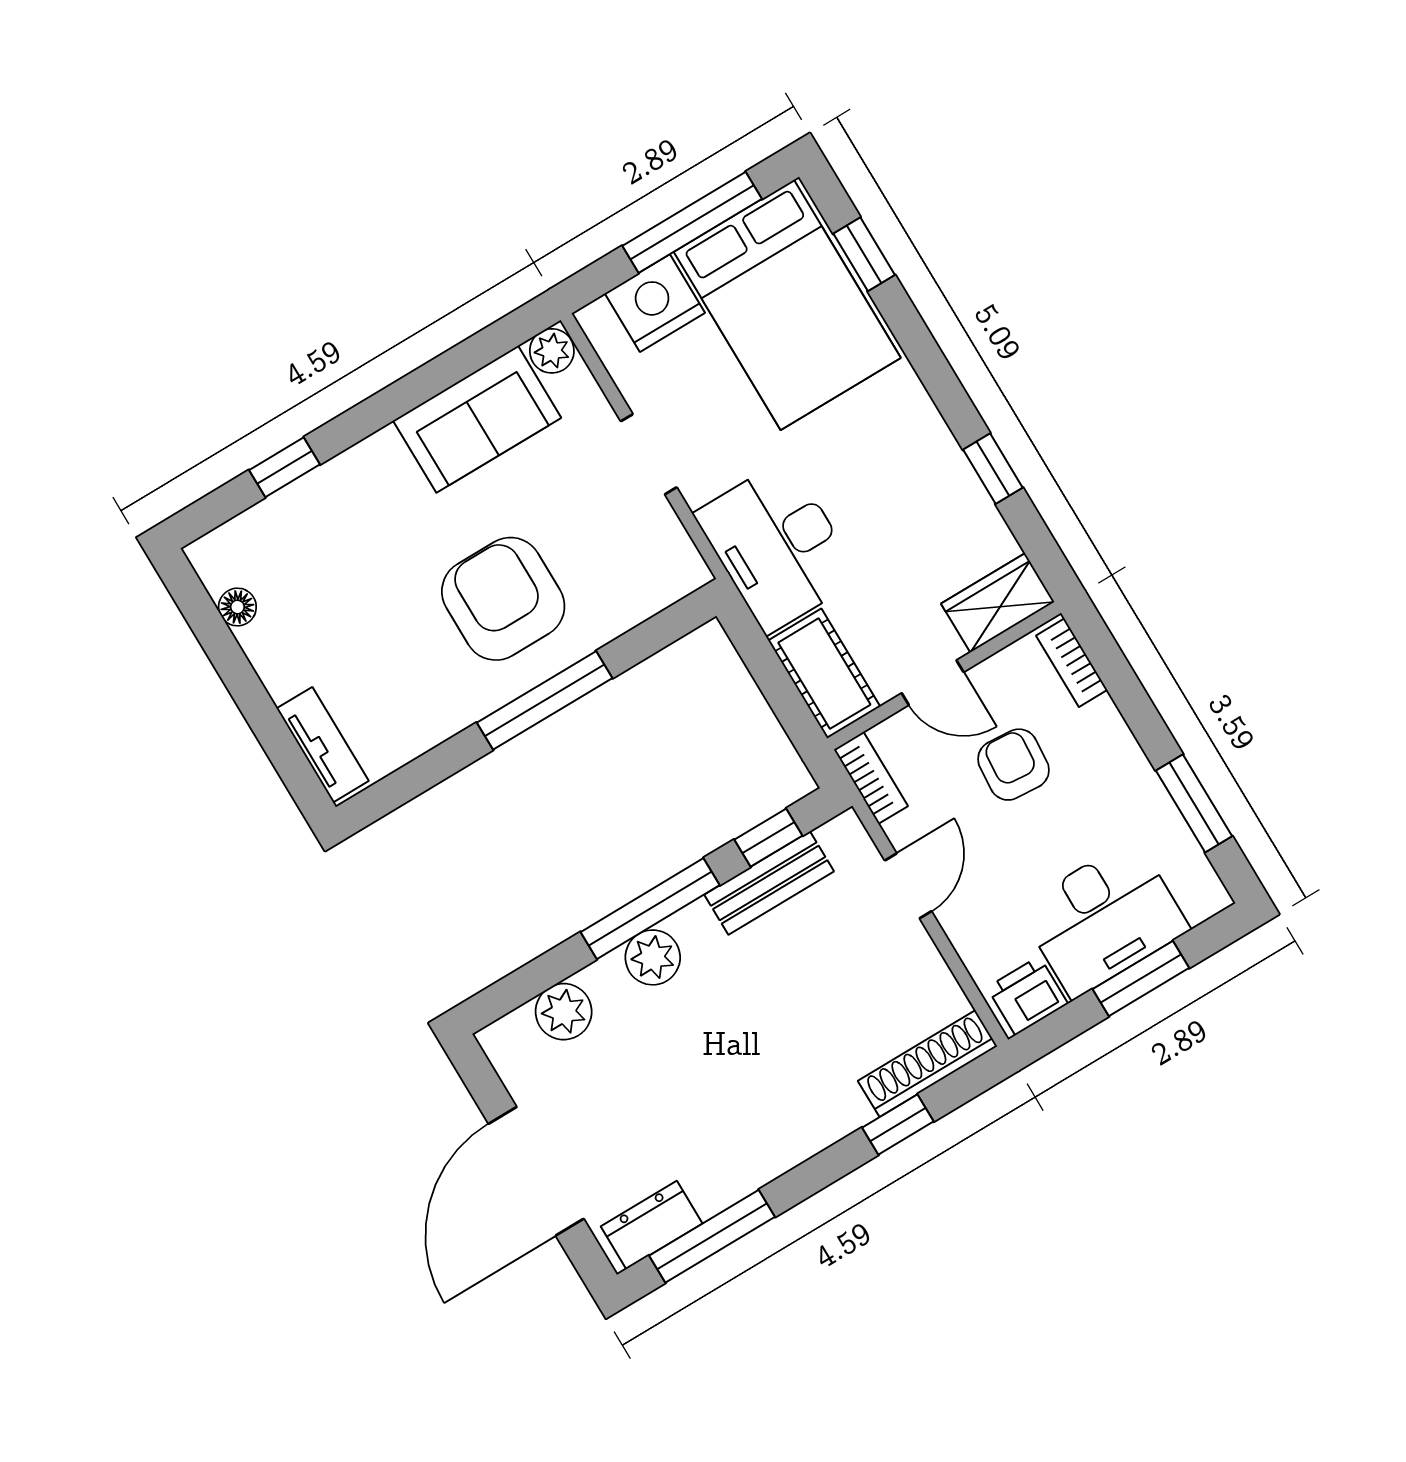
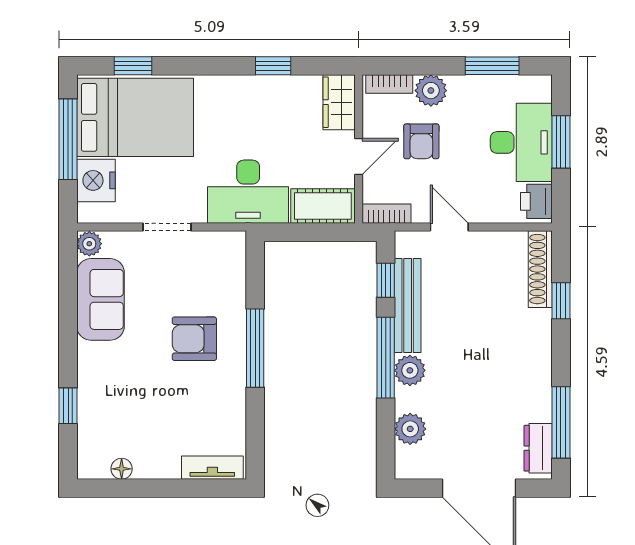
armchair: (503, 599) -> (194, 339), width x0.73, depth x0.73
plant: (1100, 732) -> (431, 91), added
armchair: (1014, 765) -> (421, 141), turned -94
bench: (769, 883) -> (408, 306), width x1.36

